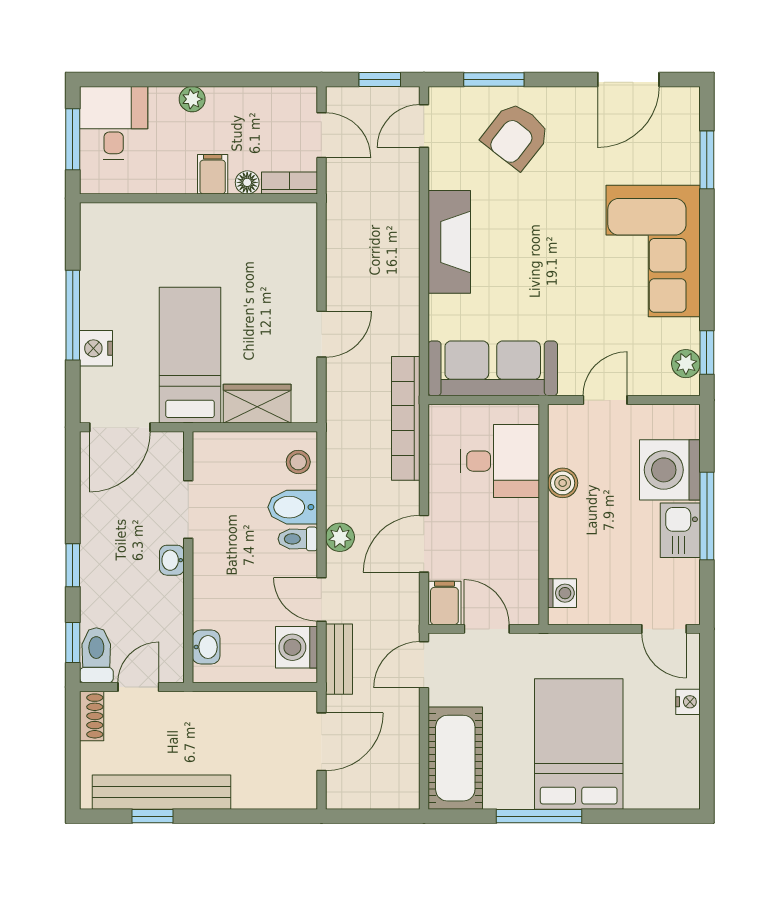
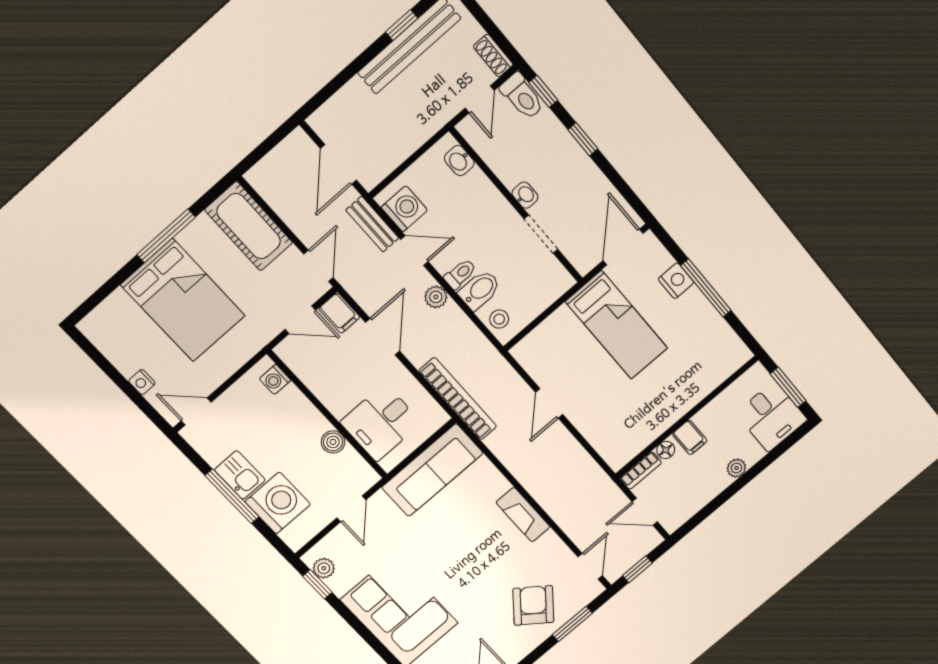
fireplace: (449, 242) -> (523, 515), width x0.73, depth x0.76
wardrobe: (257, 404) -> (553, 331), removed

